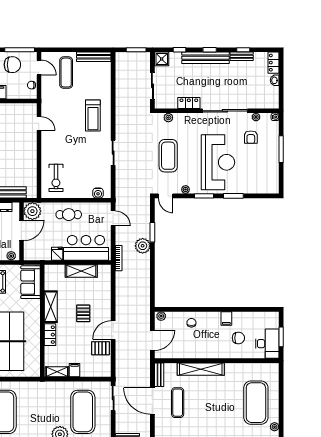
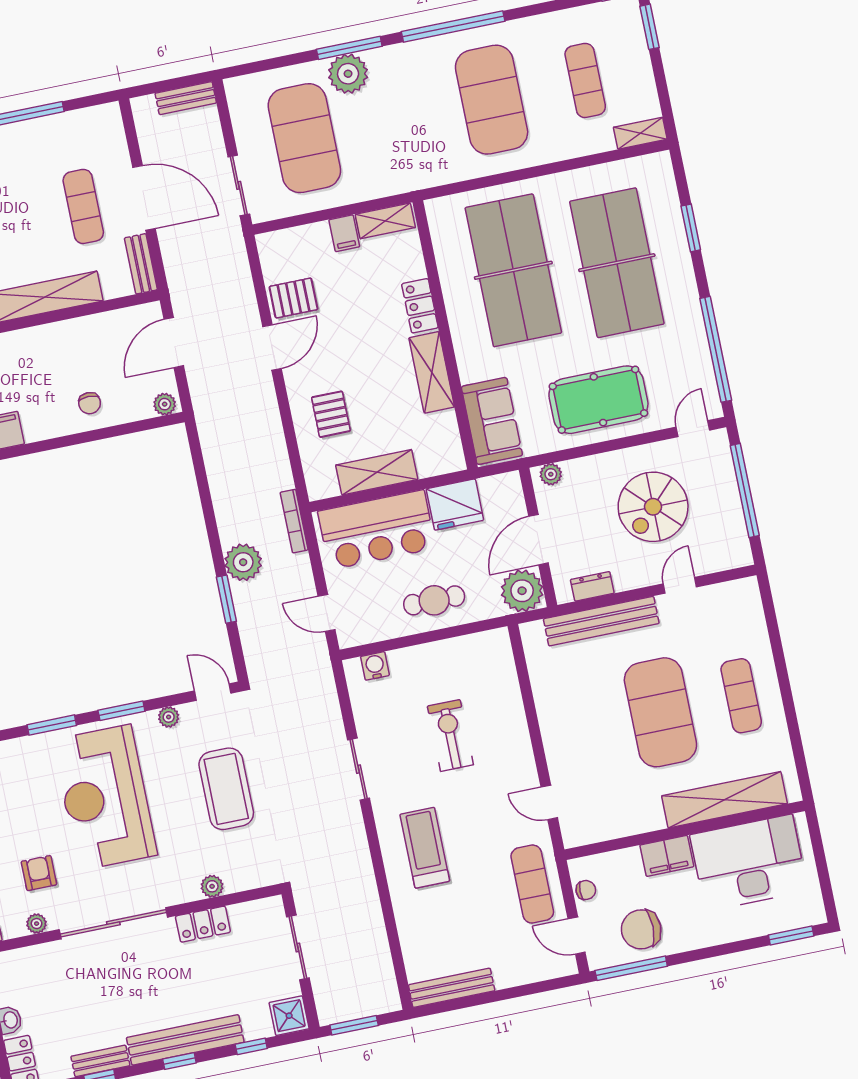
exercise mat: (66, 73) -> (532, 884), moved
plant: (168, 118) -> (212, 886), moved
exercise bike: (56, 178) -> (450, 735), moved
fridge: (57, 254) -> (455, 505), width x1.88, depth x1.34
pallet: (83, 313) -> (331, 414), moved

